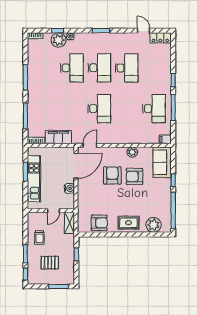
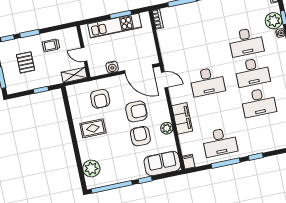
filing cabinet: (58, 137) -> (182, 118), moved
armchair: (99, 223) -> (100, 99), moved
rug: (129, 223) -> (93, 128), moved, turned 90

